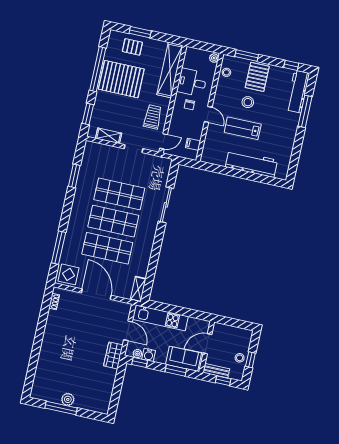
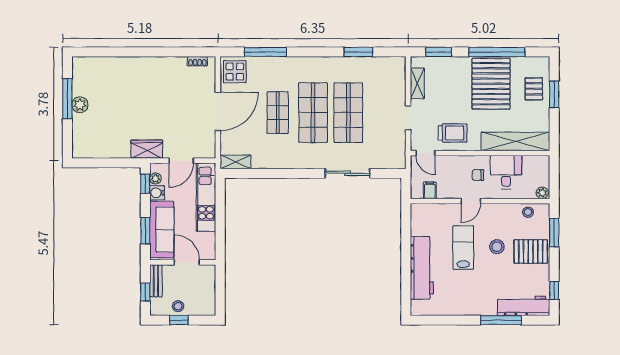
shop shelf: (107, 248) -> (278, 113), width x0.70, depth x0.74
sofa: (184, 359) -> (162, 230), width x1.36

